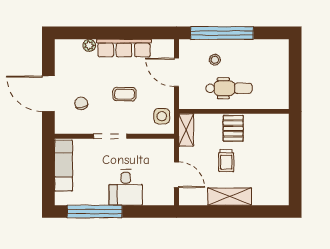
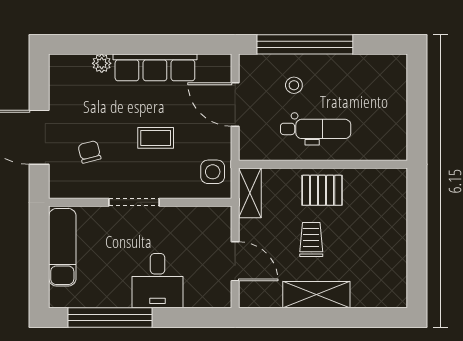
pallet: (233, 128) -> (322, 190), turned 90
trolley: (226, 161) -> (311, 240), turned 180

